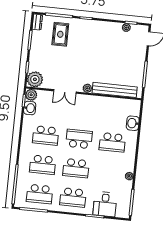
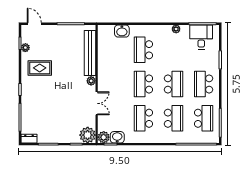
rug: (60, 34) -> (40, 68), moved
school desk: (46, 135) -> (143, 118), turned 180
school desk: (112, 142) -> (143, 50), turned 180
school desk: (73, 197) -> (204, 84), turned 180
desk: (105, 204) -> (201, 37), moved, turned -90

